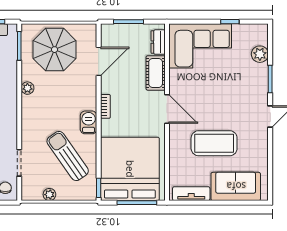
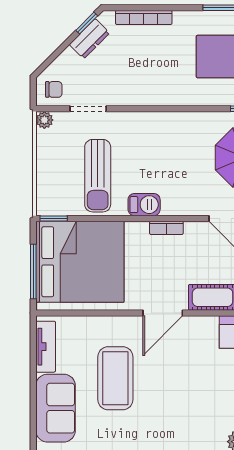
plant: (27, 88) -> (192, 120), removed
sun lounger: (68, 156) -> (98, 176), turned 125
plant: (49, 195) -> (44, 120), moved

